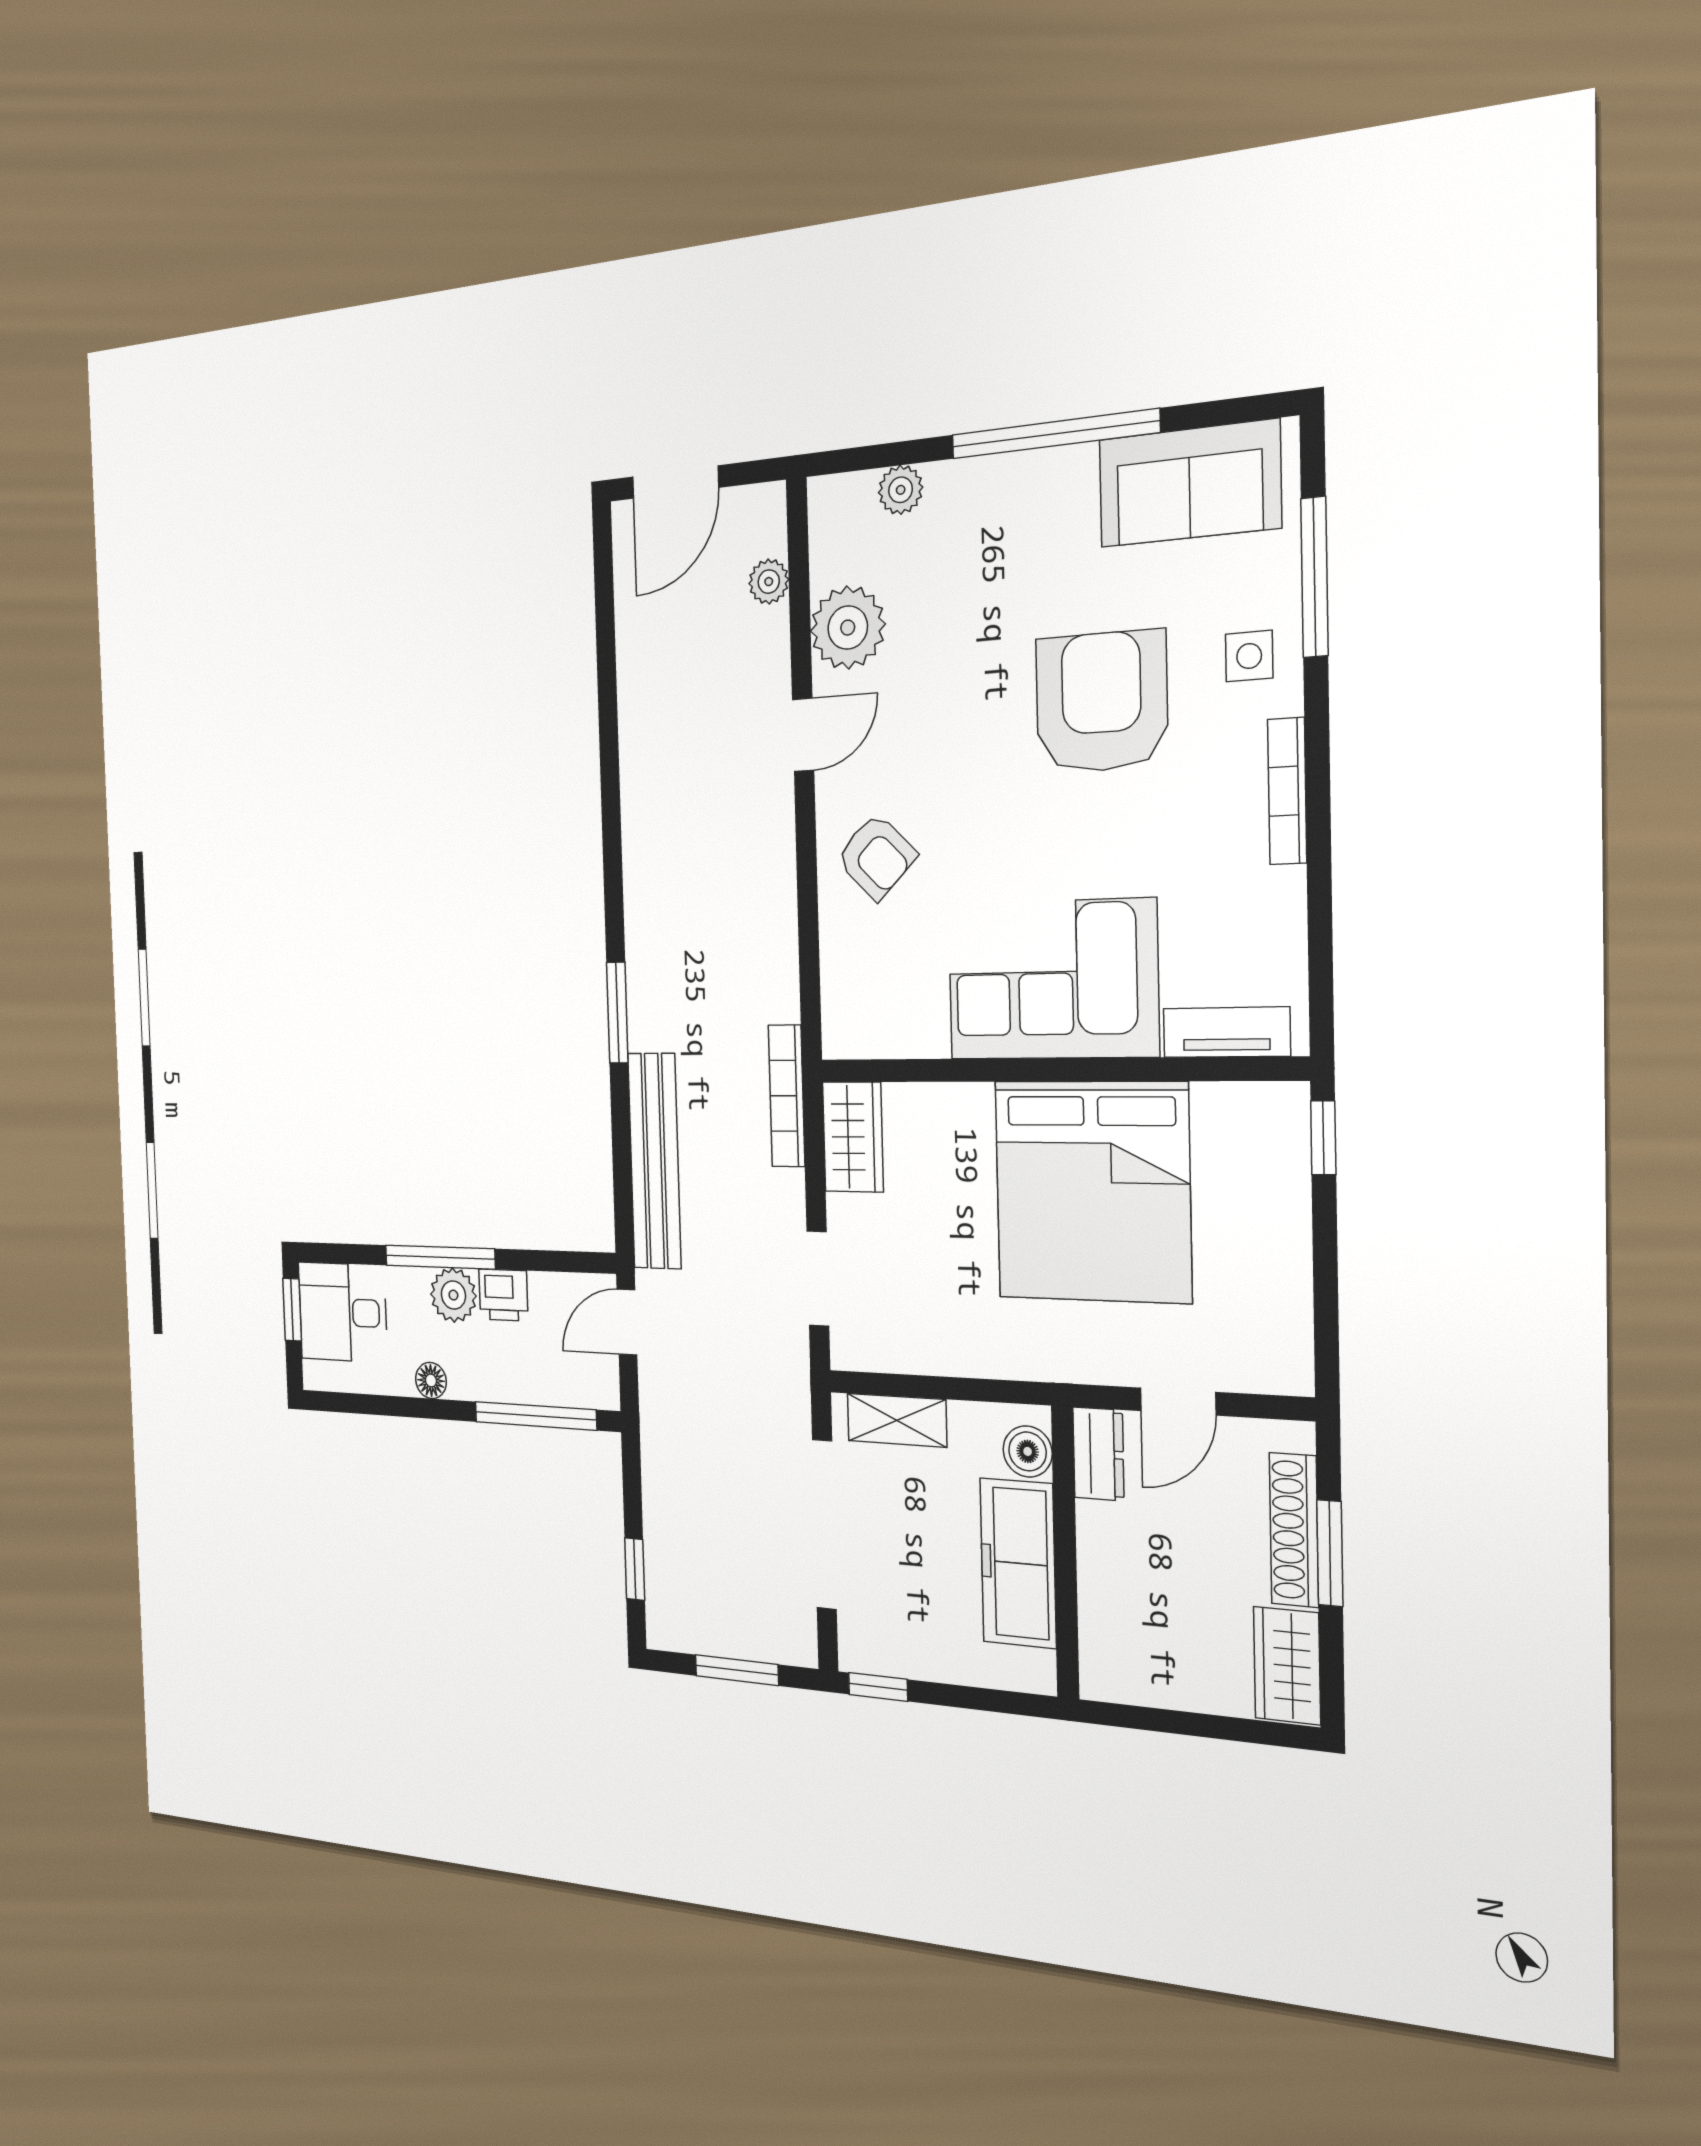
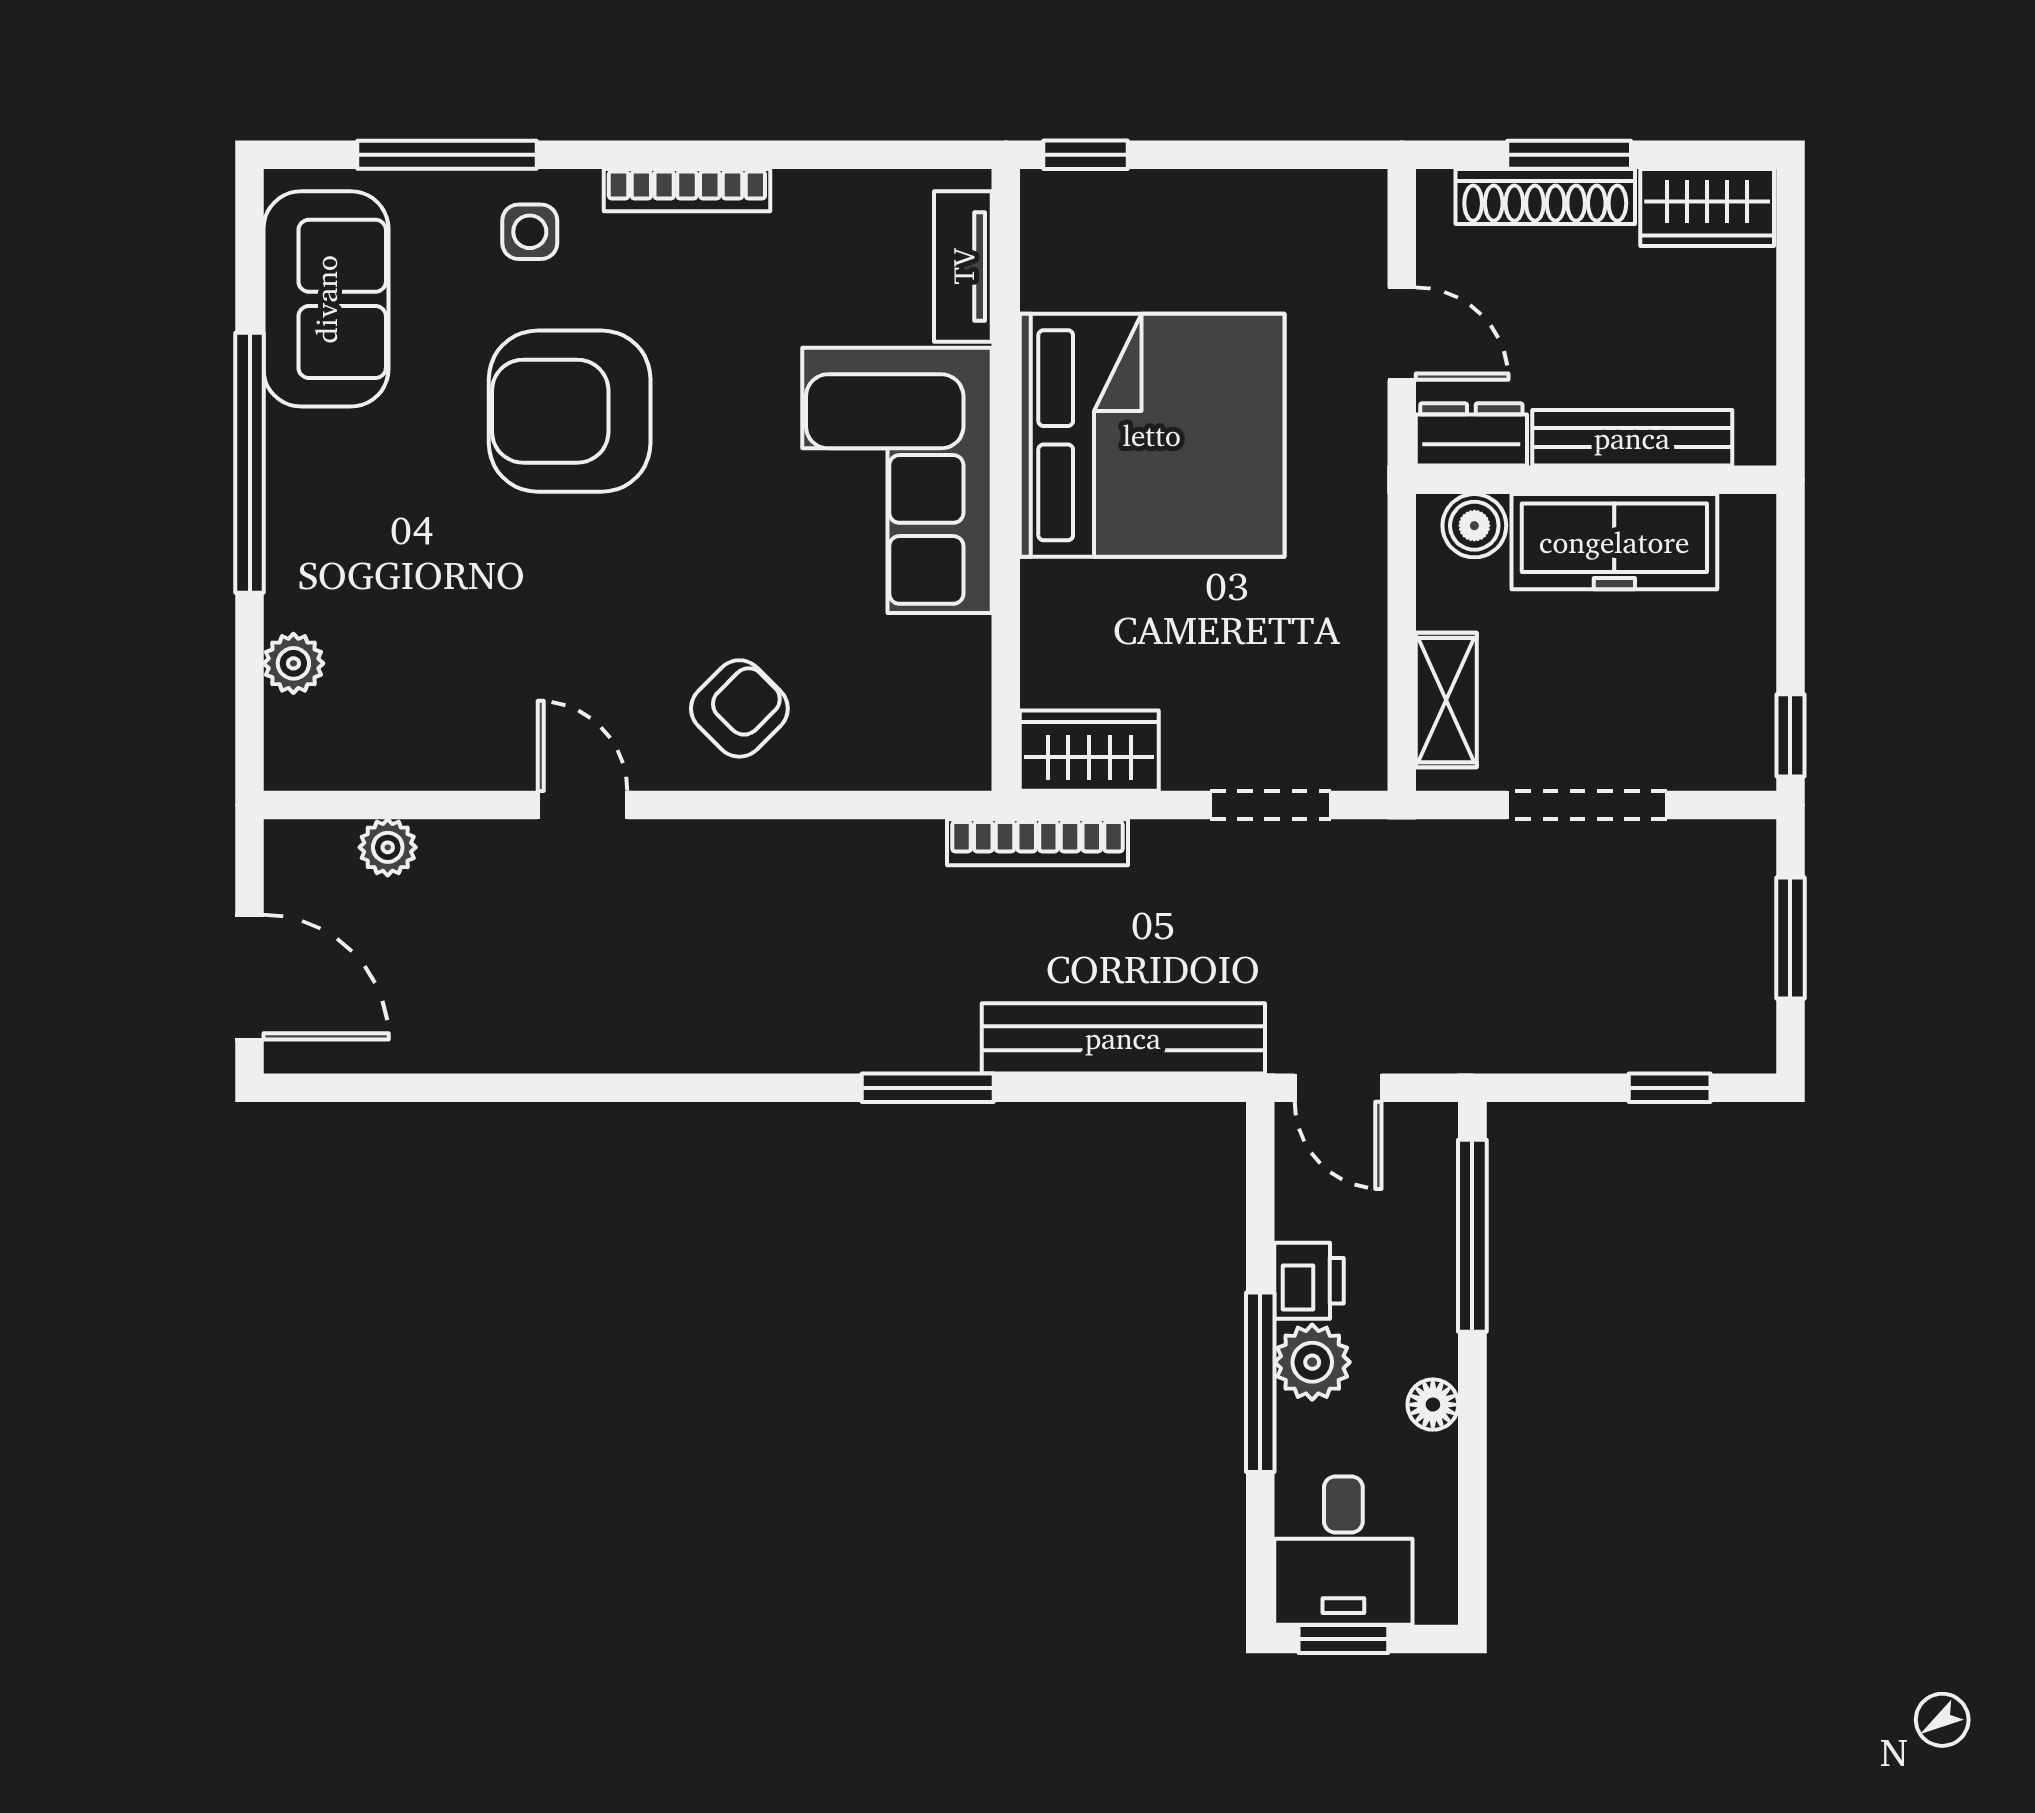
plant: (848, 628) -> (454, 739), removed
doorway: (824, 1524) -> (1587, 805), width x0.73
bench: (1099, 1585) -> (1632, 438), added

